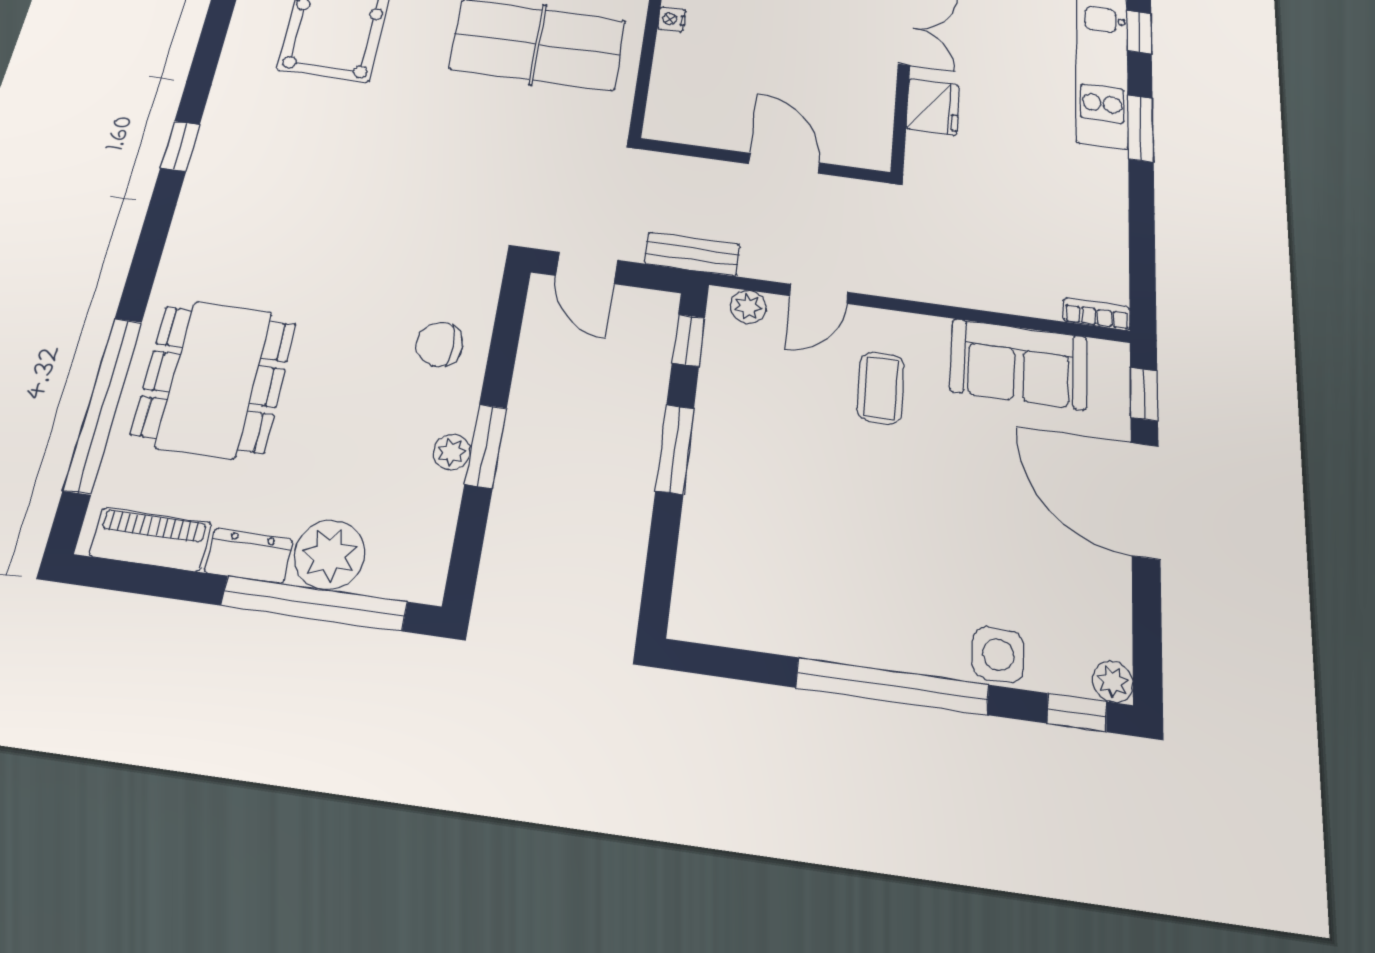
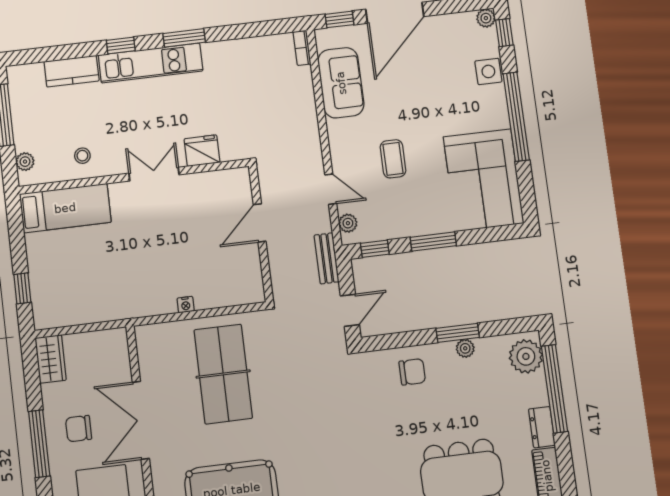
chair: (439, 344) -> (412, 372), turned -89
coffee table: (881, 388) -> (393, 159), moved, turned 90
plant: (330, 555) -> (526, 356), moved
corner sofa: (774, 581) -> (484, 180), added

